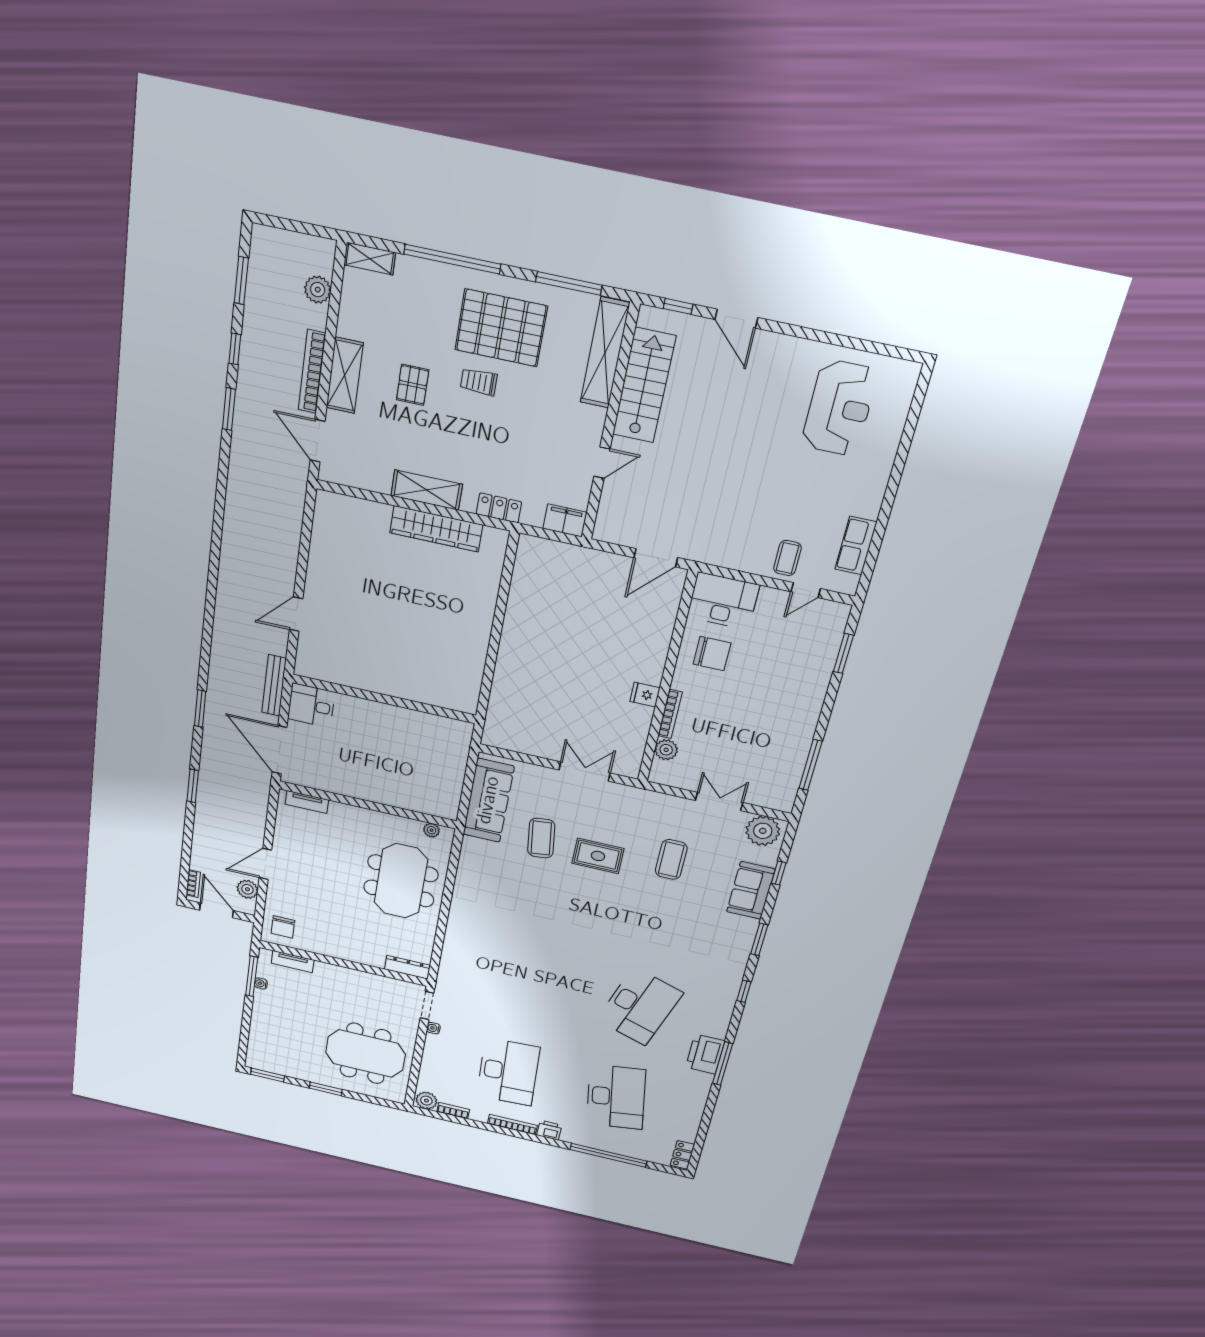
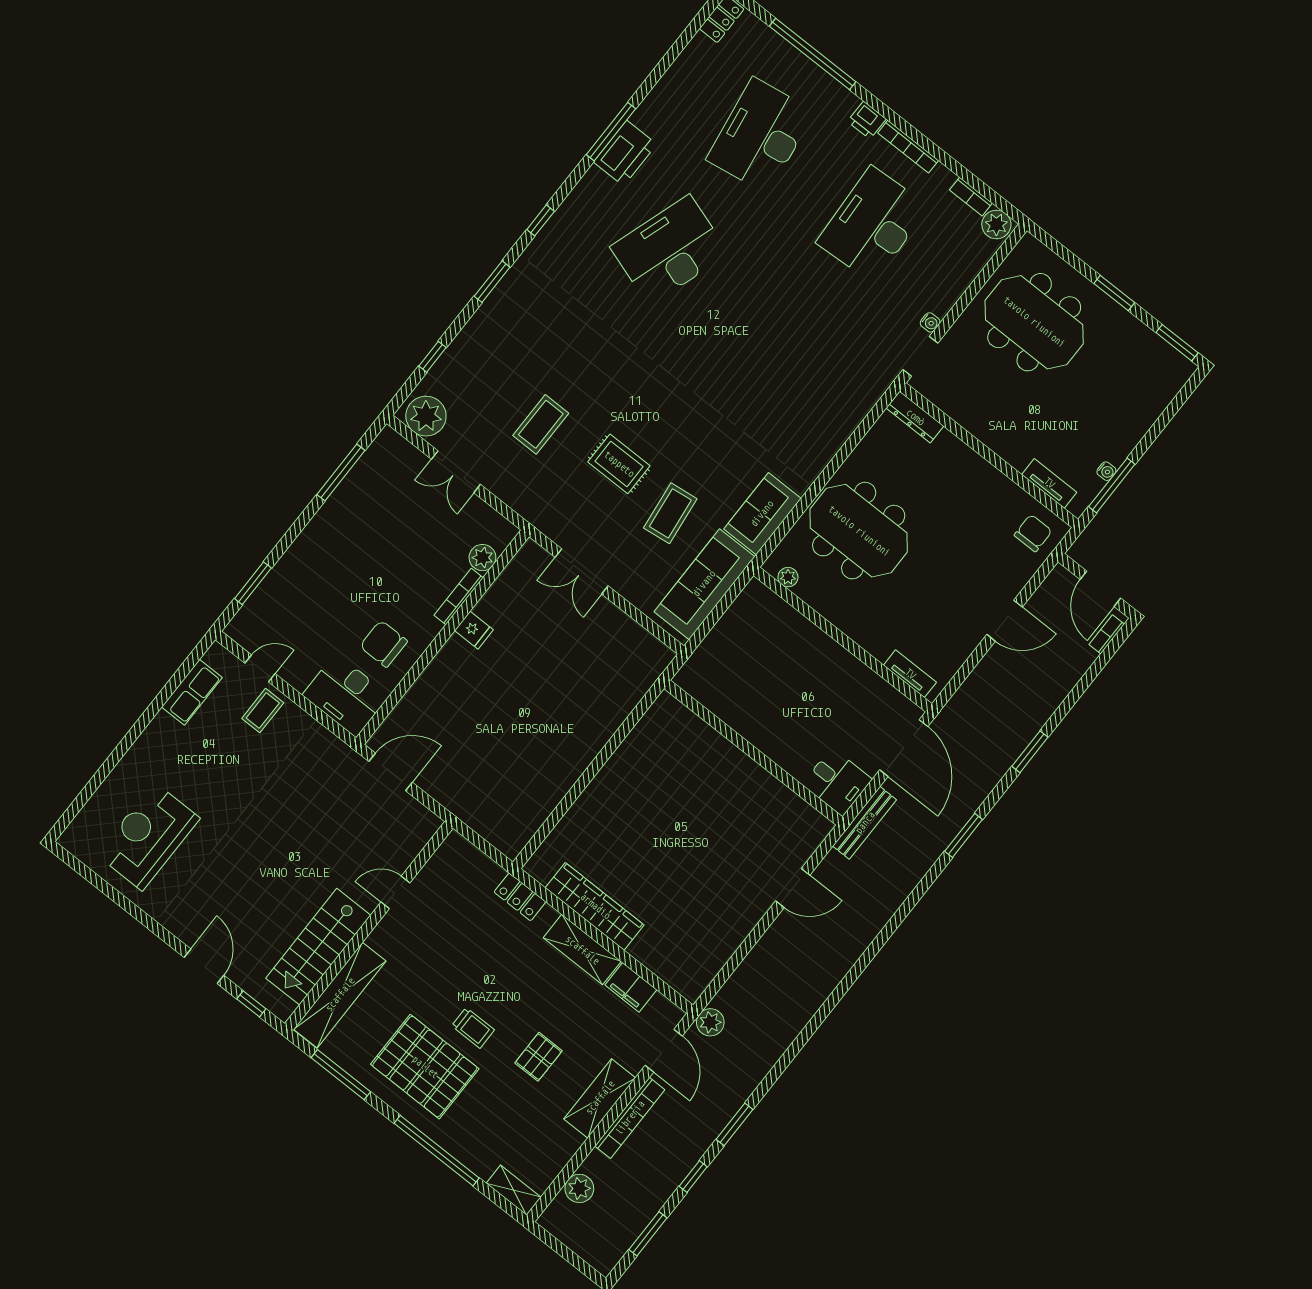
filing cabinet: (565, 520) -> (631, 987), moved
meeting table: (401, 881) -> (859, 531), turned 90
plant: (247, 889) -> (710, 1022), moved
sofa: (751, 890) -> (762, 514), moved, turned 180

